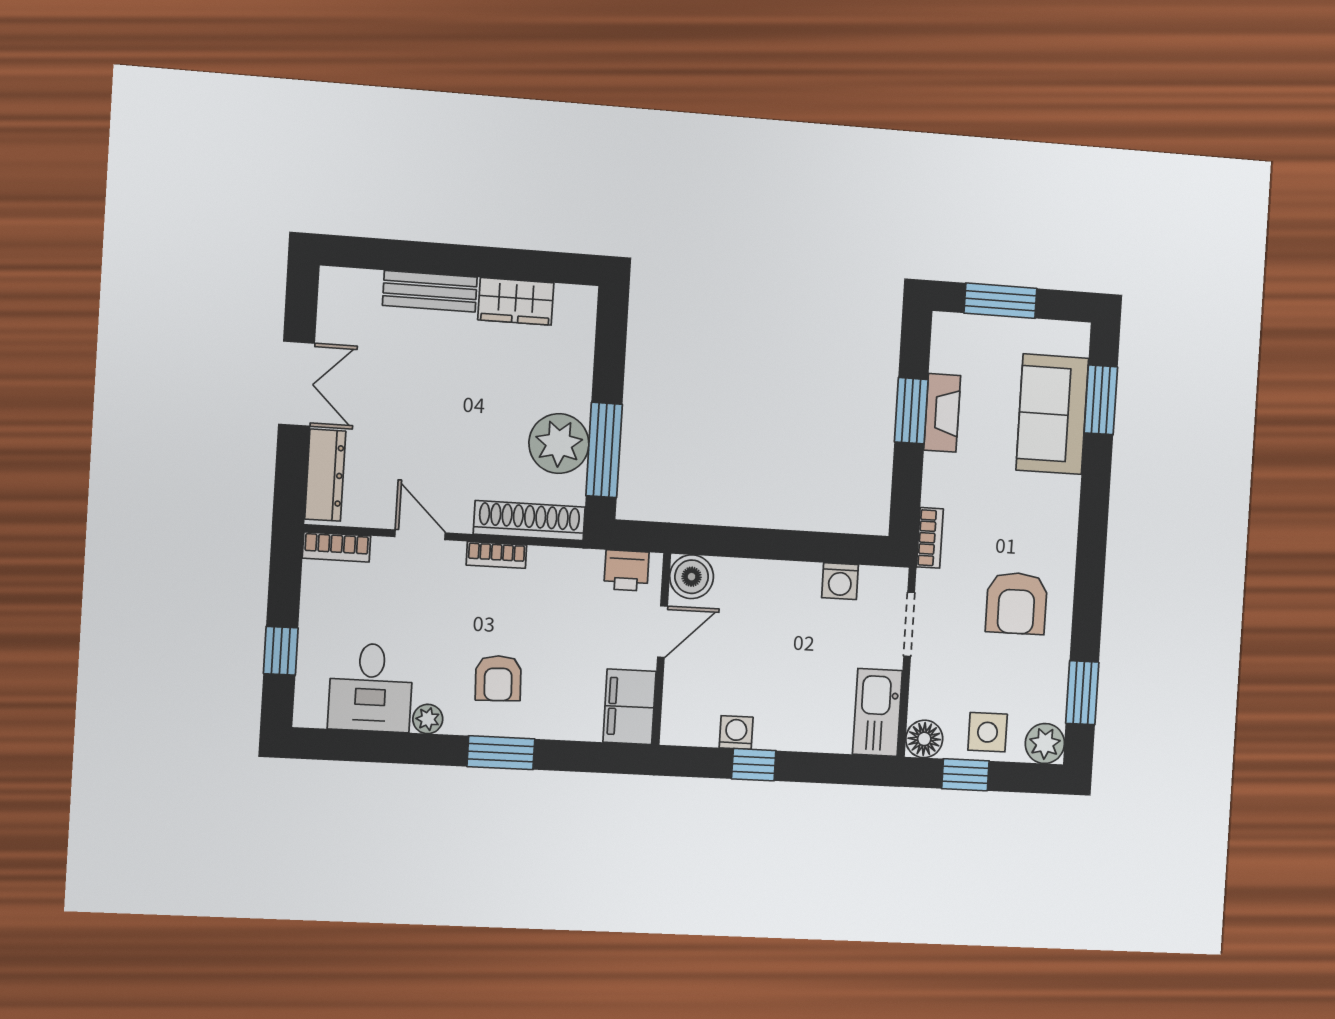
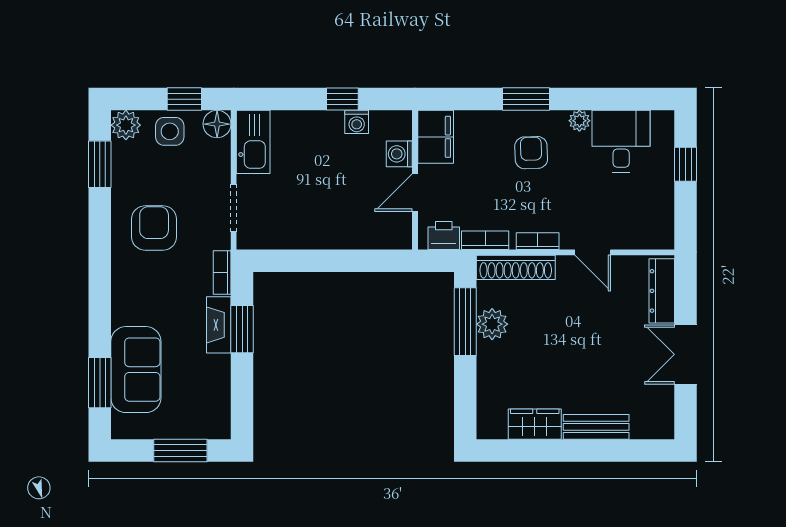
window: (911, 411) -> (242, 329), moved
fireplace: (942, 413) -> (219, 325), moved
plant: (559, 444) -> (492, 324), width x0.73, depth x0.73
bookcase: (337, 547) -> (485, 240), moved
boiler: (692, 577) -> (396, 234), removed
washing machine: (840, 581) -> (399, 154), moved, turned -90

